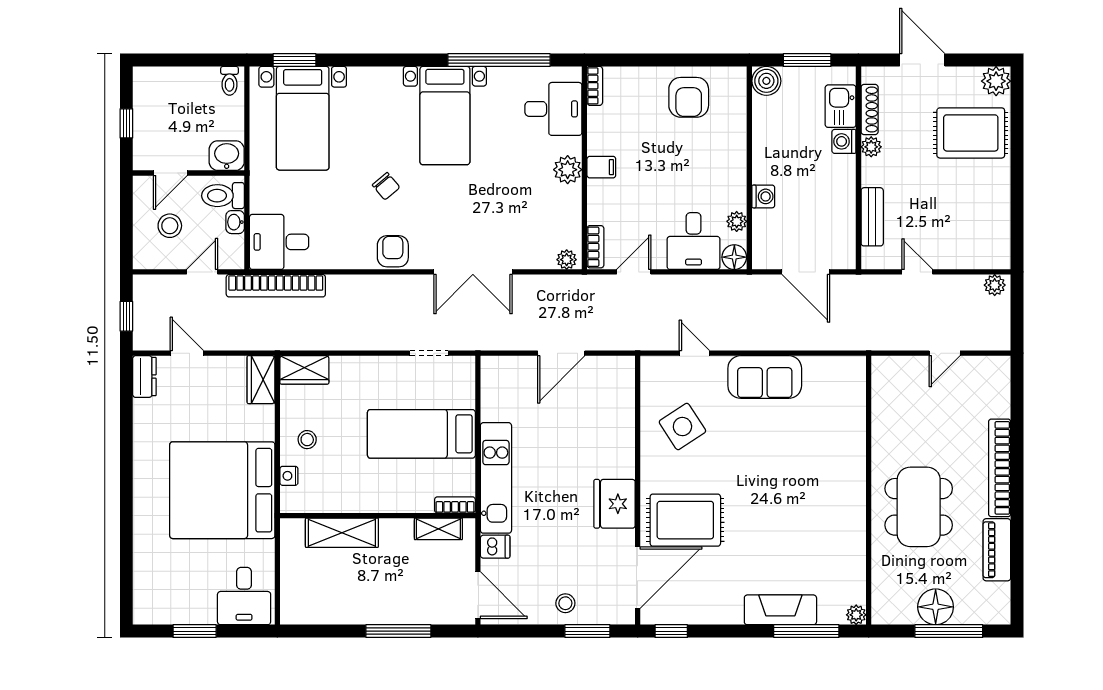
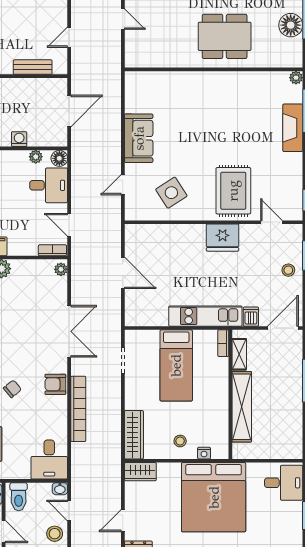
washbasin: (235, 222) -> (60, 489), moved
stool: (170, 226) -> (55, 534), moved
bookcase: (276, 286) -> (78, 409), moved
wardrobe: (304, 370) -> (134, 435), width x1.50
shelving: (342, 533) -> (242, 407), width x1.47
door: (638, 578) -> (271, 222), width x0.53

